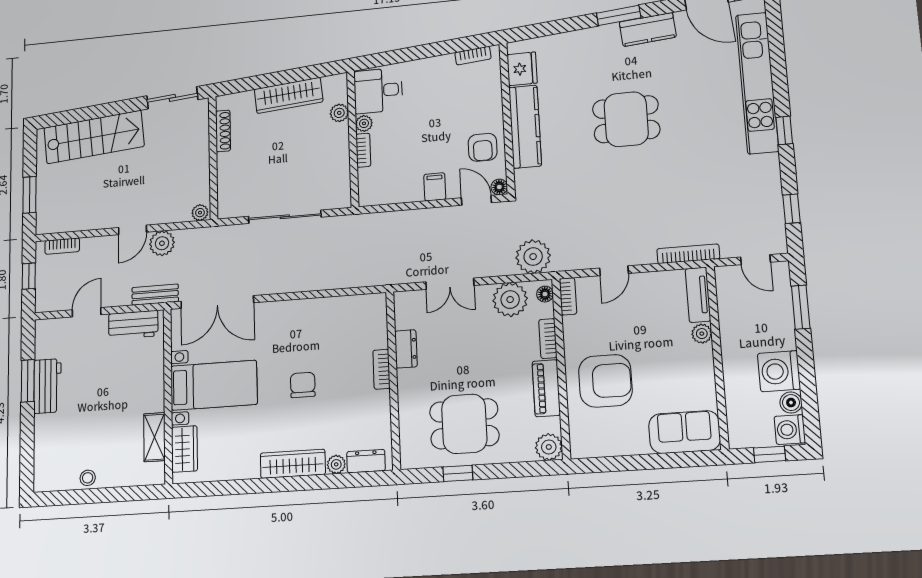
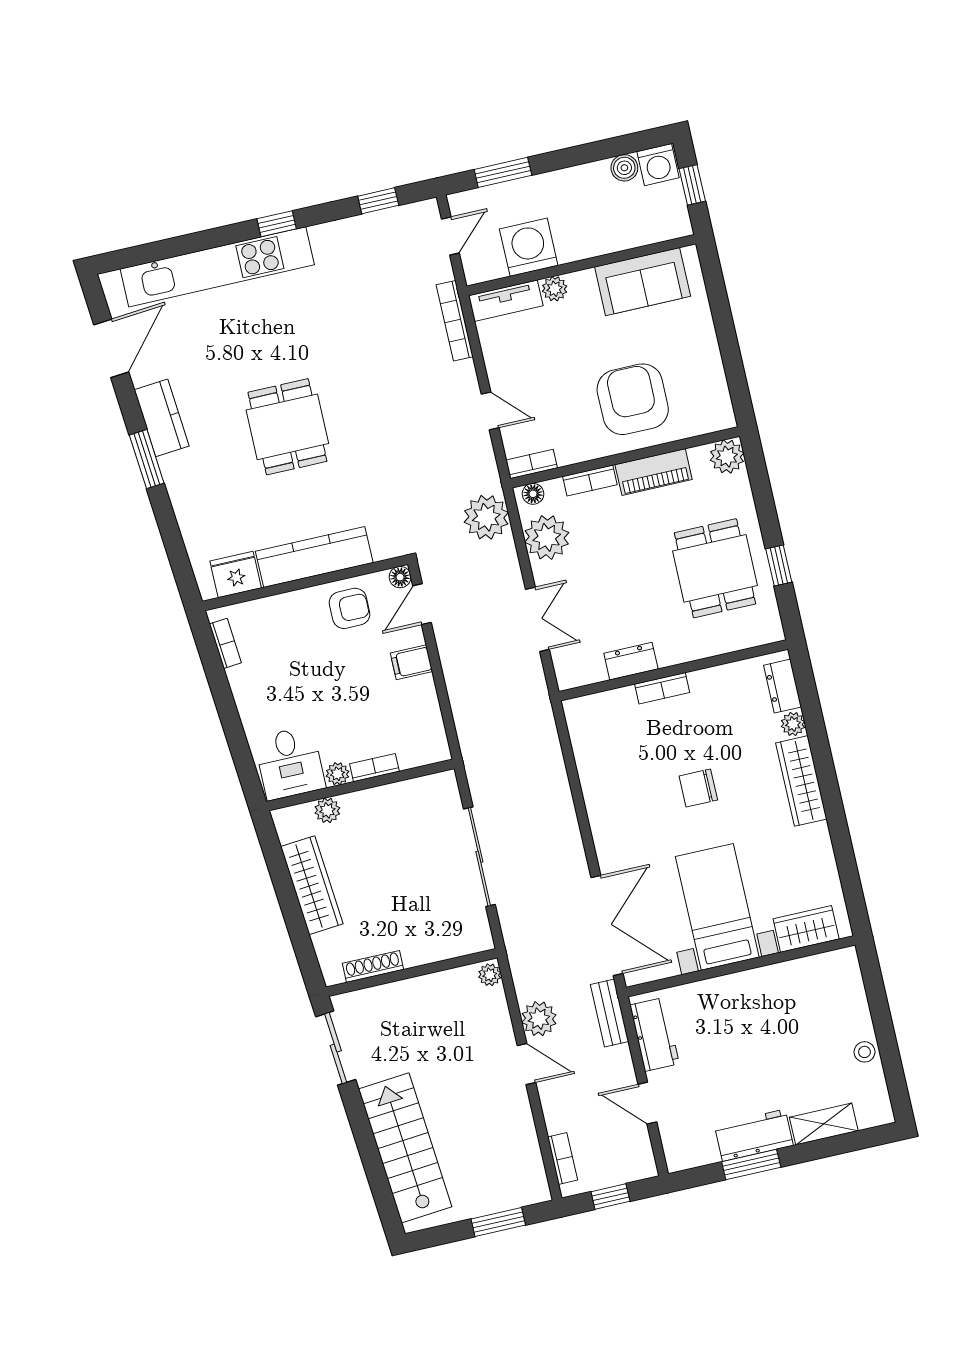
washing machine: (779, 371) -> (529, 247), moved, turned 180
sofa: (685, 432) -> (643, 282), moved, turned -90
shelving: (154, 437) -> (824, 1124), moved

